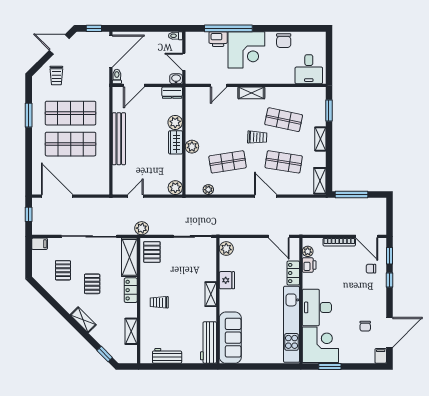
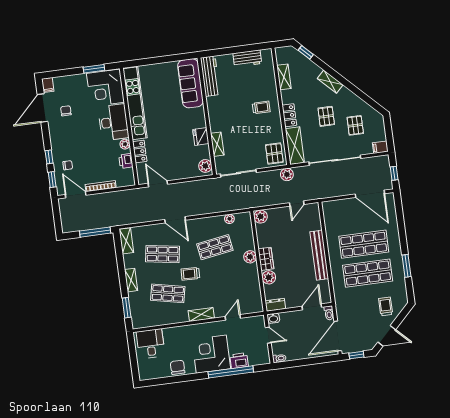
plant: (308, 251) -> (125, 144), moved
shelving: (211, 294) -> (217, 144), moved

